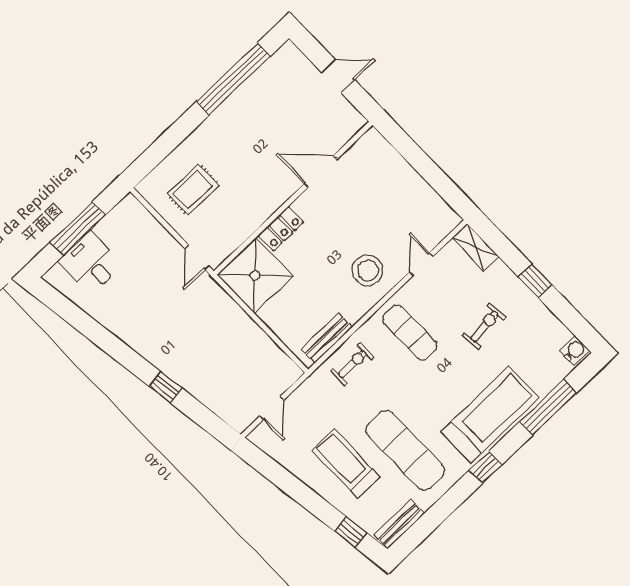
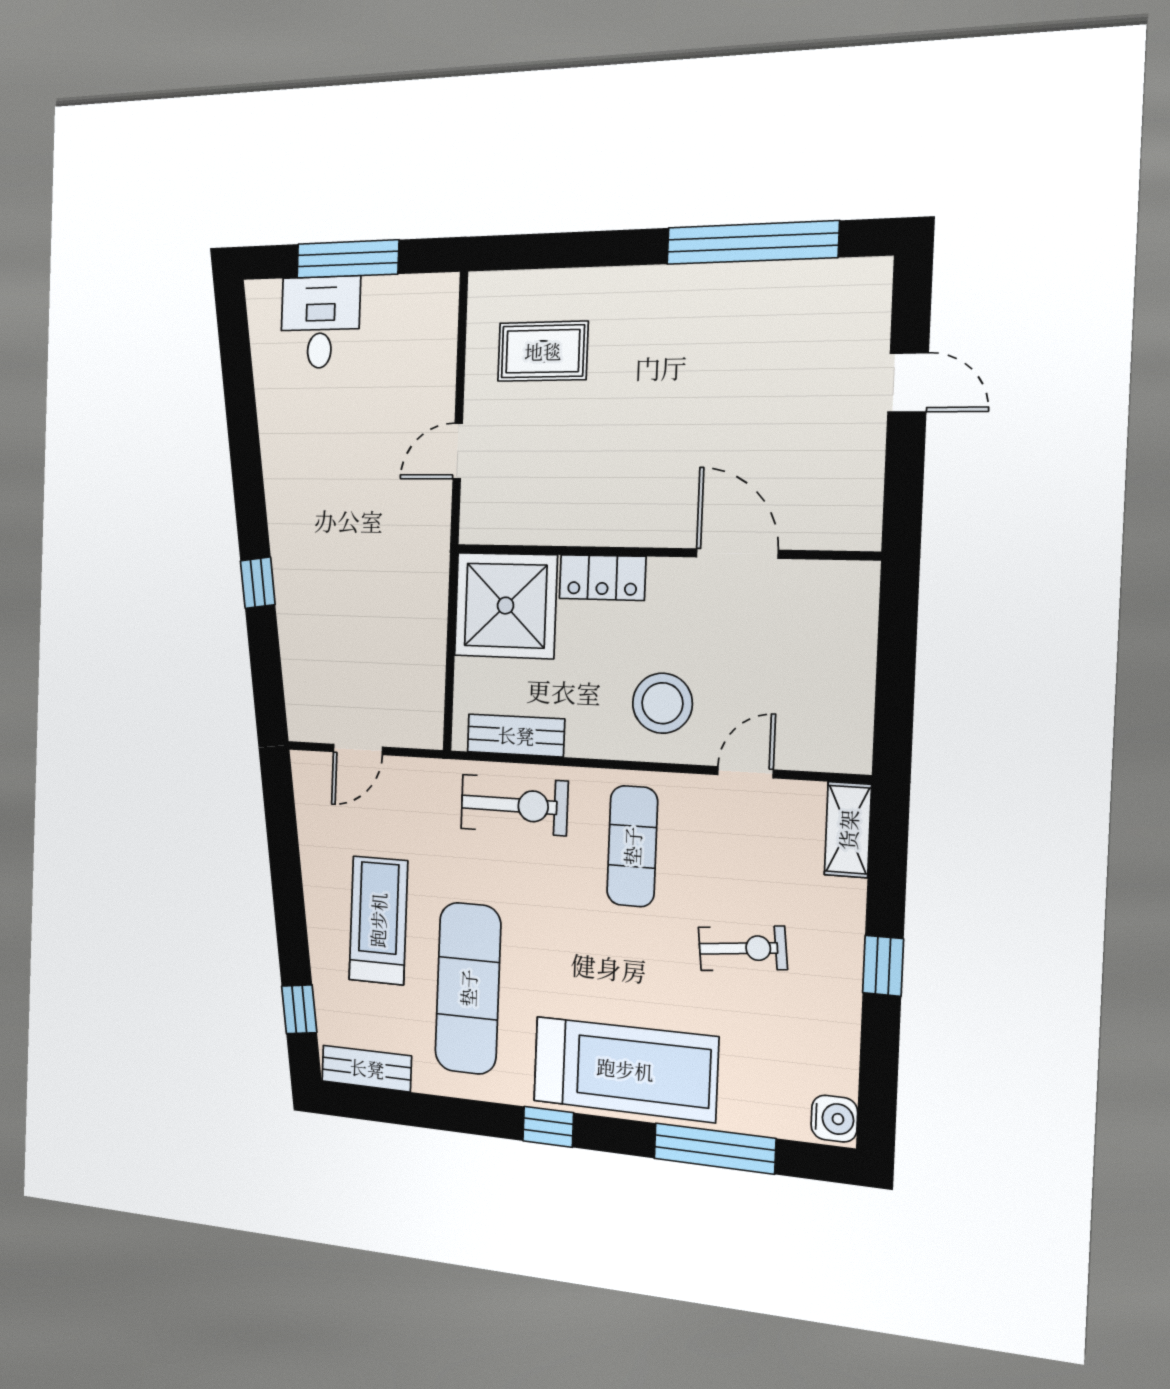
door: (321, 172) -> (737, 554), moved
wall: (293, 198) -> (661, 552), moved
locker: (281, 229) -> (602, 578), moved
shower: (255, 275) -> (506, 606), moved
exercise bike: (352, 364) -> (514, 805), width x1.38, depth x1.39

